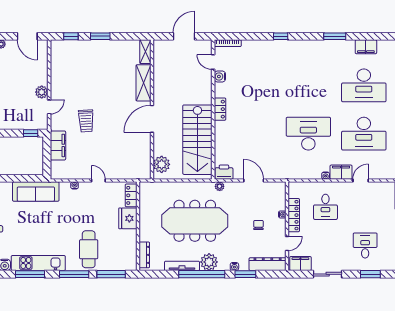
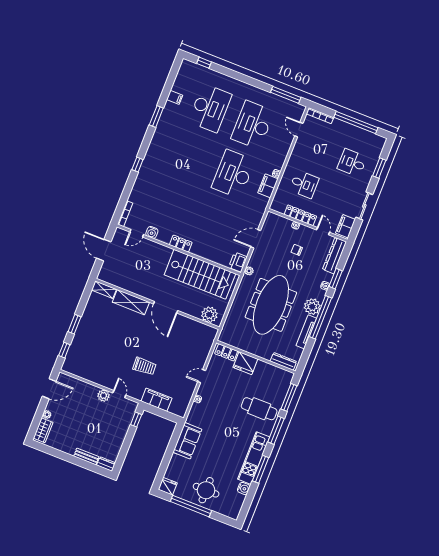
filing cabinet: (366, 47) -> (175, 97), width x0.50
desk: (364, 134) -> (253, 125), turned 180
filing cabinet: (341, 172) -> (268, 186), moved
door: (361, 181) -> (299, 130), moved
sofa: (36, 192) -> (187, 441), width x0.73

